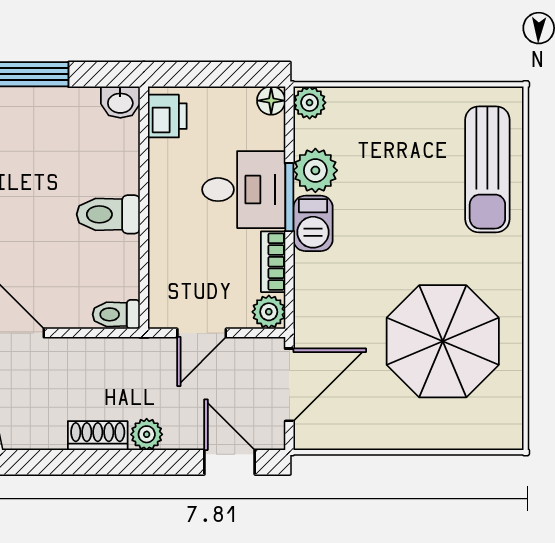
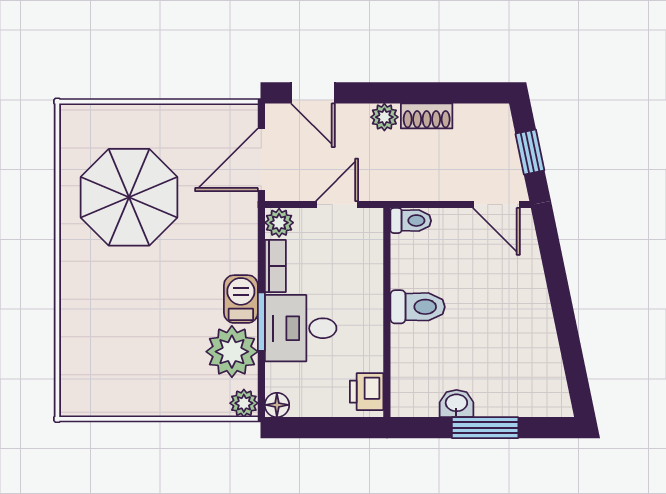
washbasin: (120, 102) -> (456, 404), moved
sun lounger: (487, 169) -> (90, 346), removed
plant: (315, 170) -> (232, 352), width x1.36, depth x1.36

